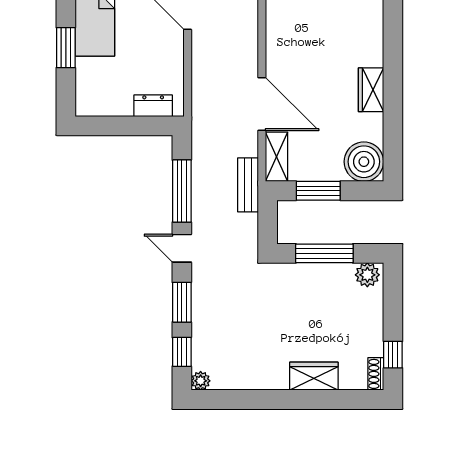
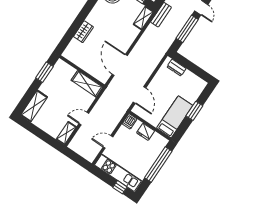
wardrobe: (371, 90) -> (83, 32), moved
door: (262, 104) -> (120, 65), moved

